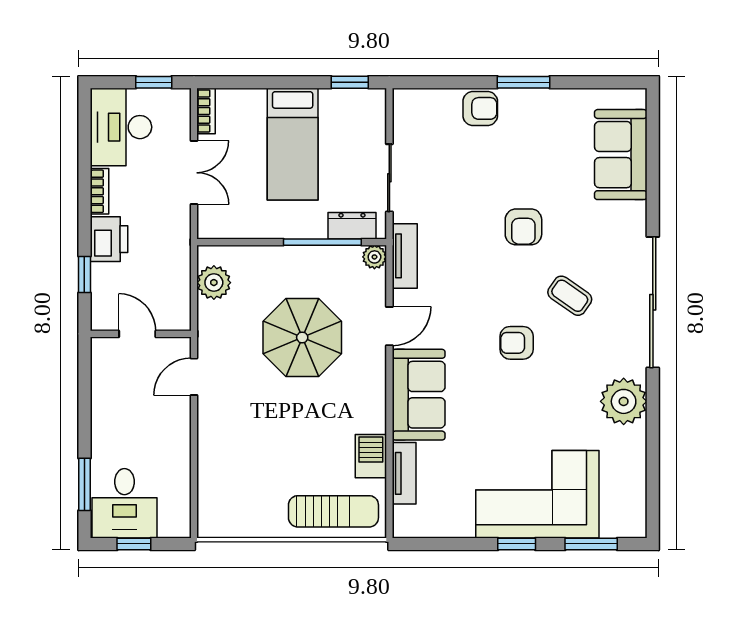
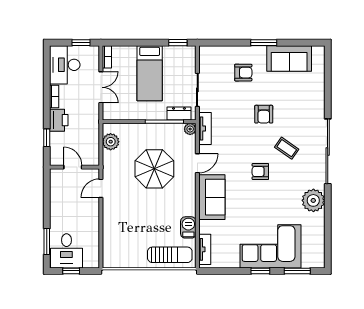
armchair: (480, 108) -> (243, 73), moved
sofa: (621, 155) -> (289, 58), moved, turned -90
tv unit: (404, 473) -> (205, 249), moved

